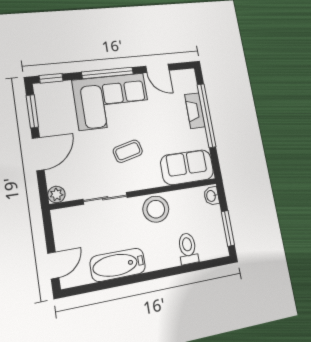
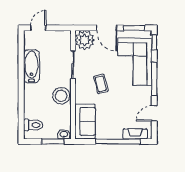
corner sofa: (112, 101) -> (135, 62), moved
fireplace: (195, 111) -> (135, 134), moved
plant: (56, 194) -> (85, 40), width x1.88, depth x1.88
window: (228, 228) -> (53, 141), moved
toilet: (188, 249) -> (33, 125), moved
door: (53, 265) -> (38, 28), swing flipped

